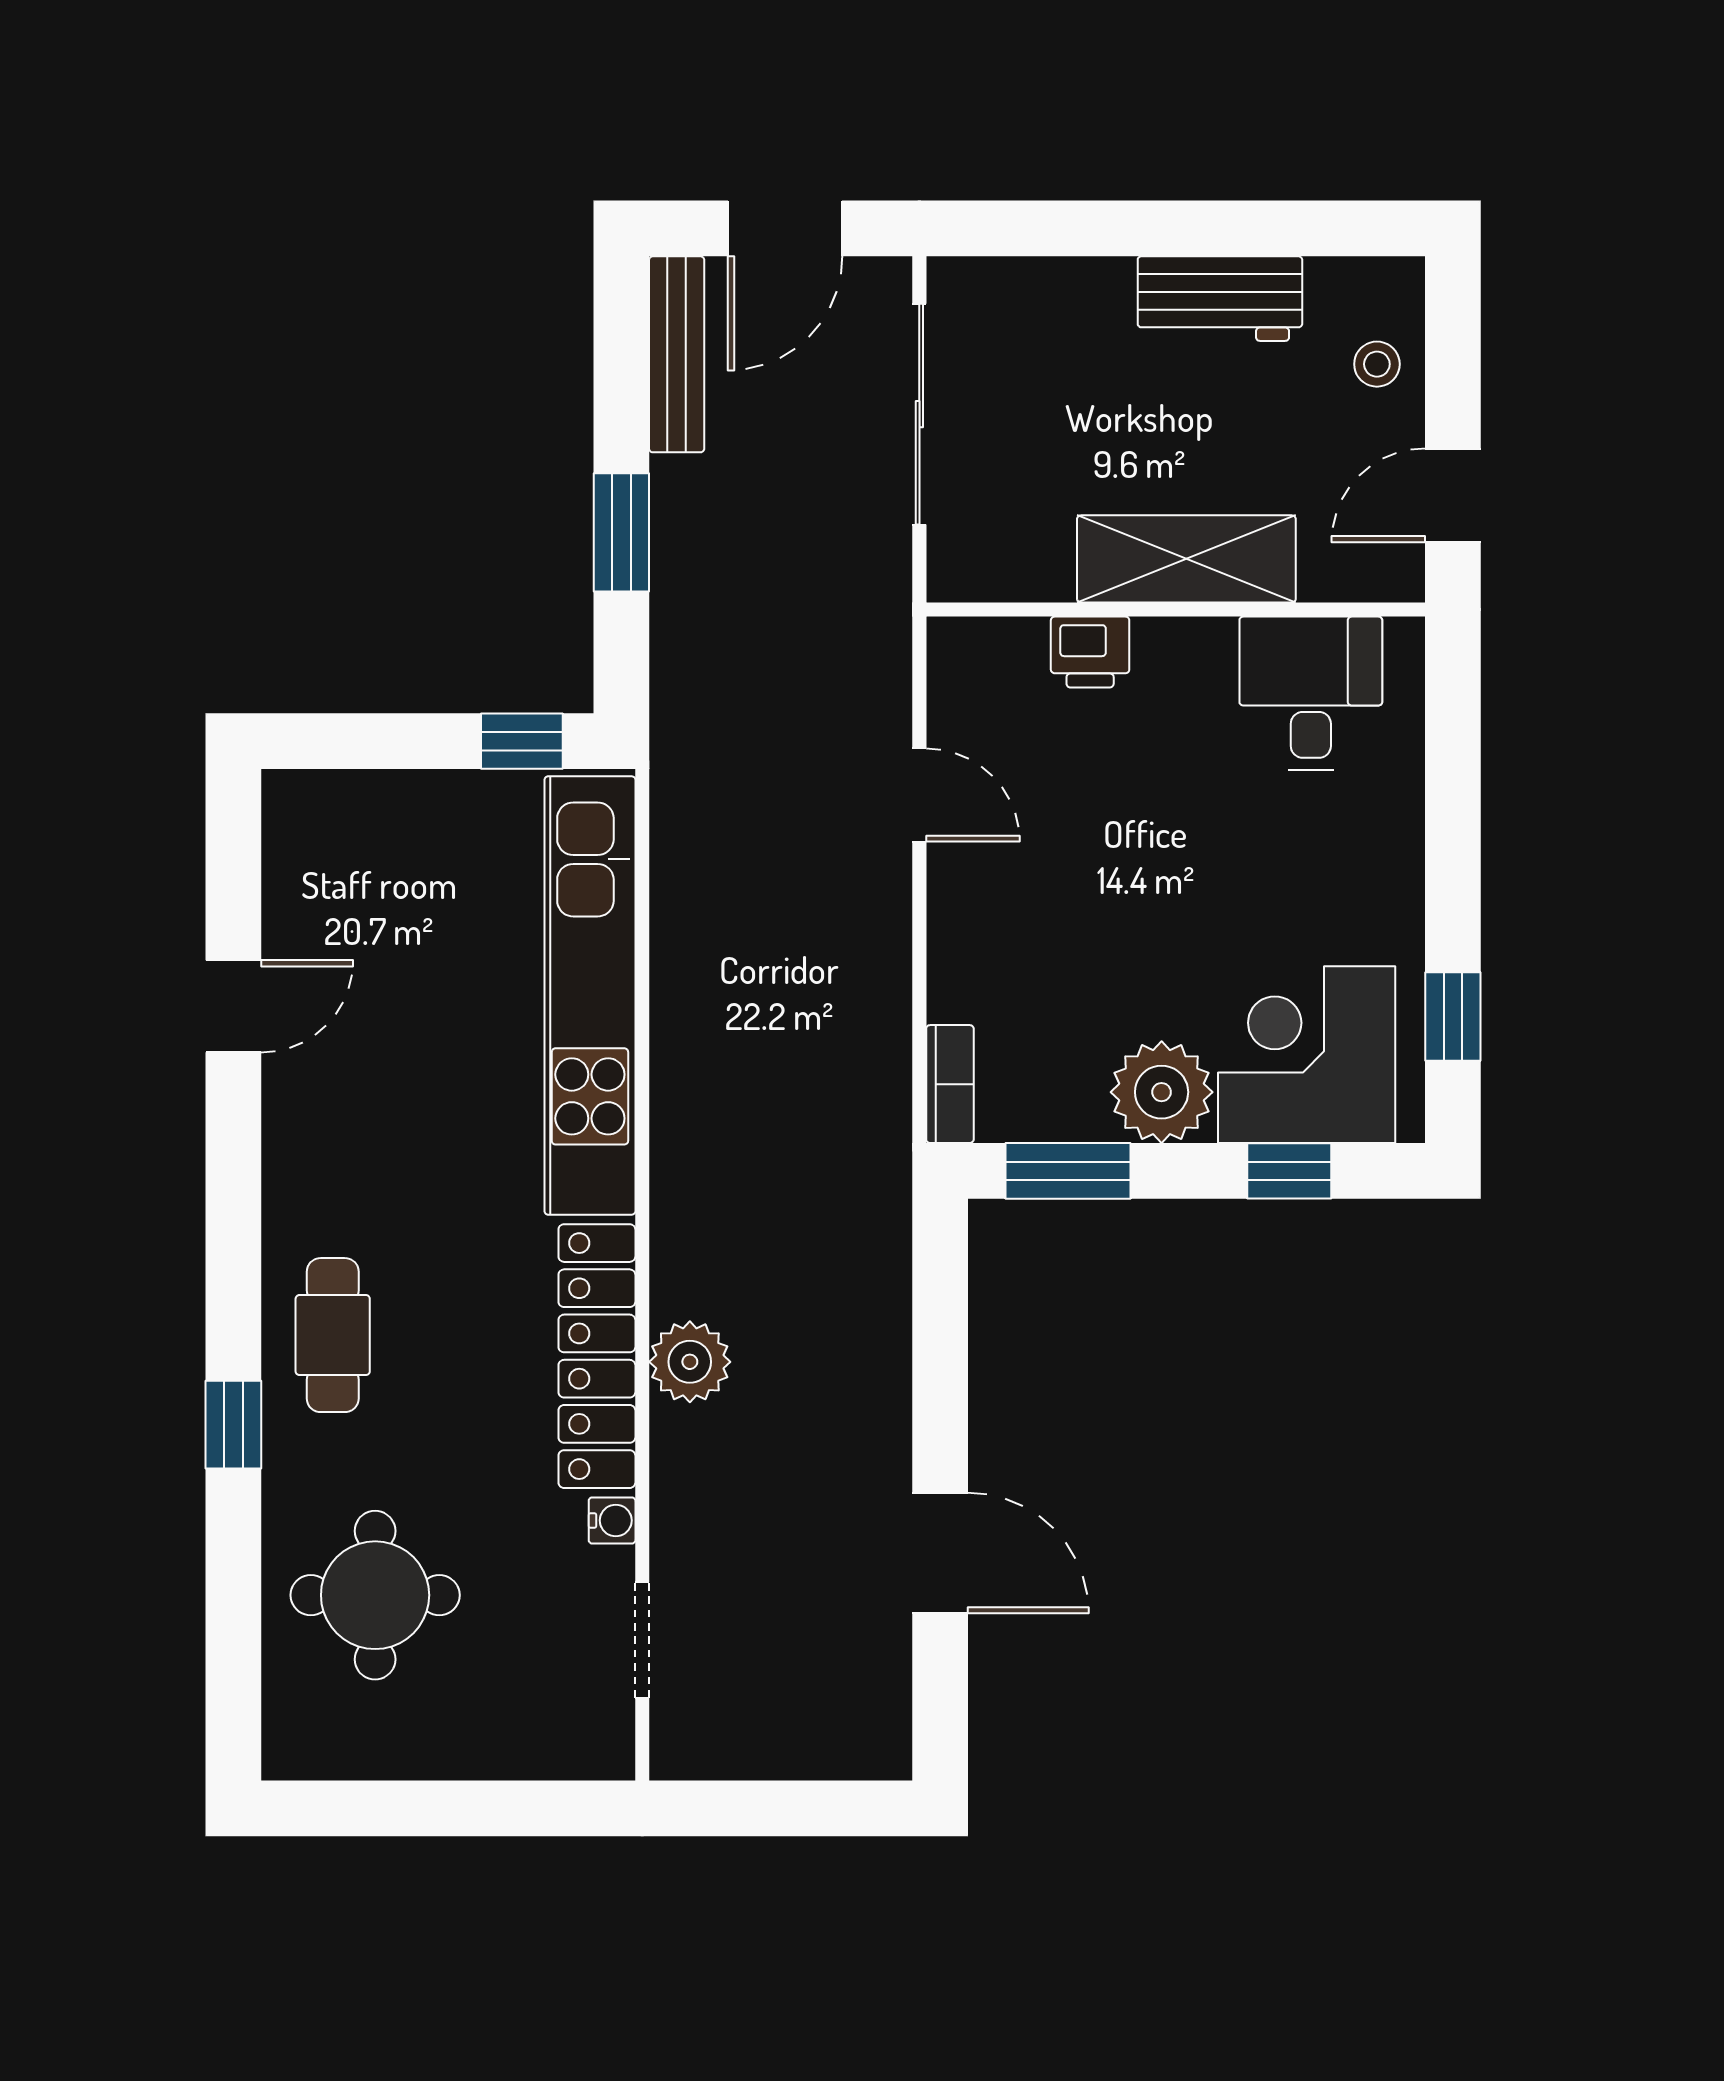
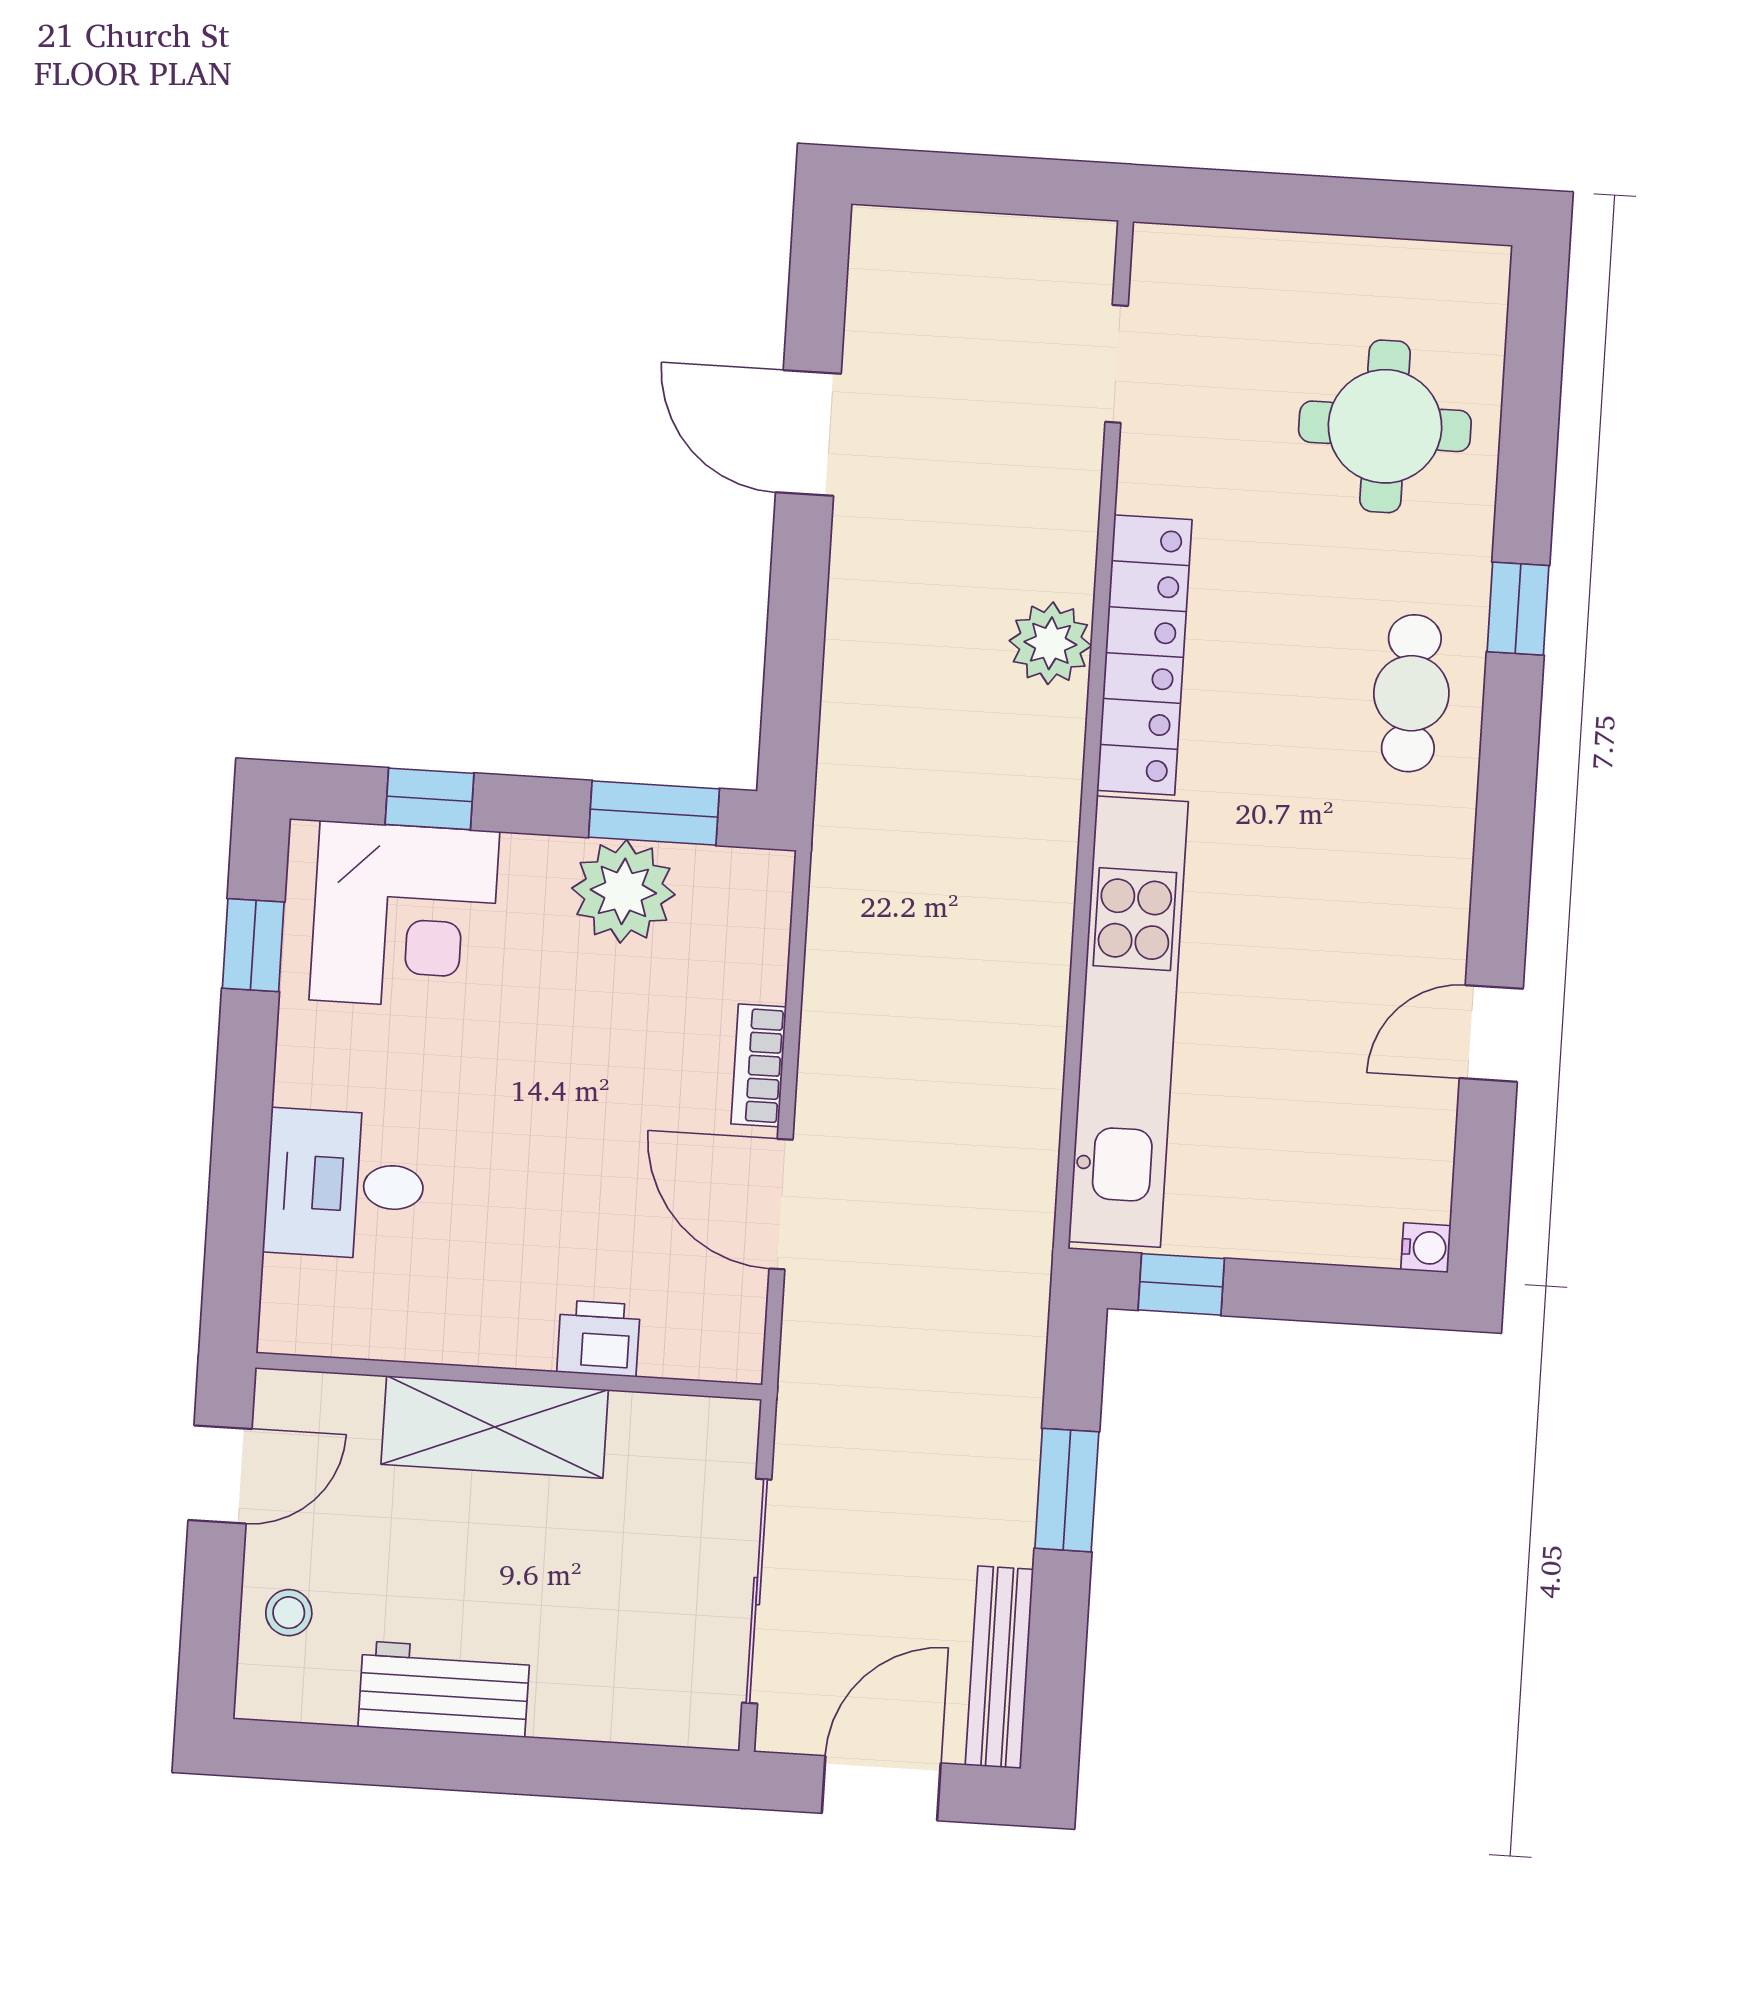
desk: (1311, 693) -> (345, 1184), moved, turned 90
door: (919, 795) -> (781, 1204), width x1.38
bookcase: (950, 1084) -> (759, 1065), moved
plant: (1162, 1092) -> (623, 891), moved
water cooler: (612, 1520) -> (1426, 1248), moved, turned 180

